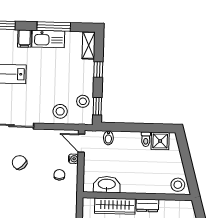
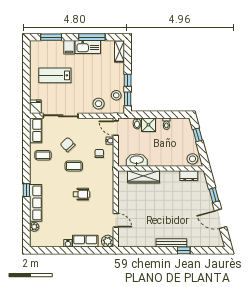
window: (98, 69) -> (128, 80), moved
shower: (160, 141) -> (148, 125), moved
window: (185, 154) -> (198, 135), added
coffee table: (26, 190) -> (74, 166), added
dresser: (147, 205) -> (189, 176), moved

